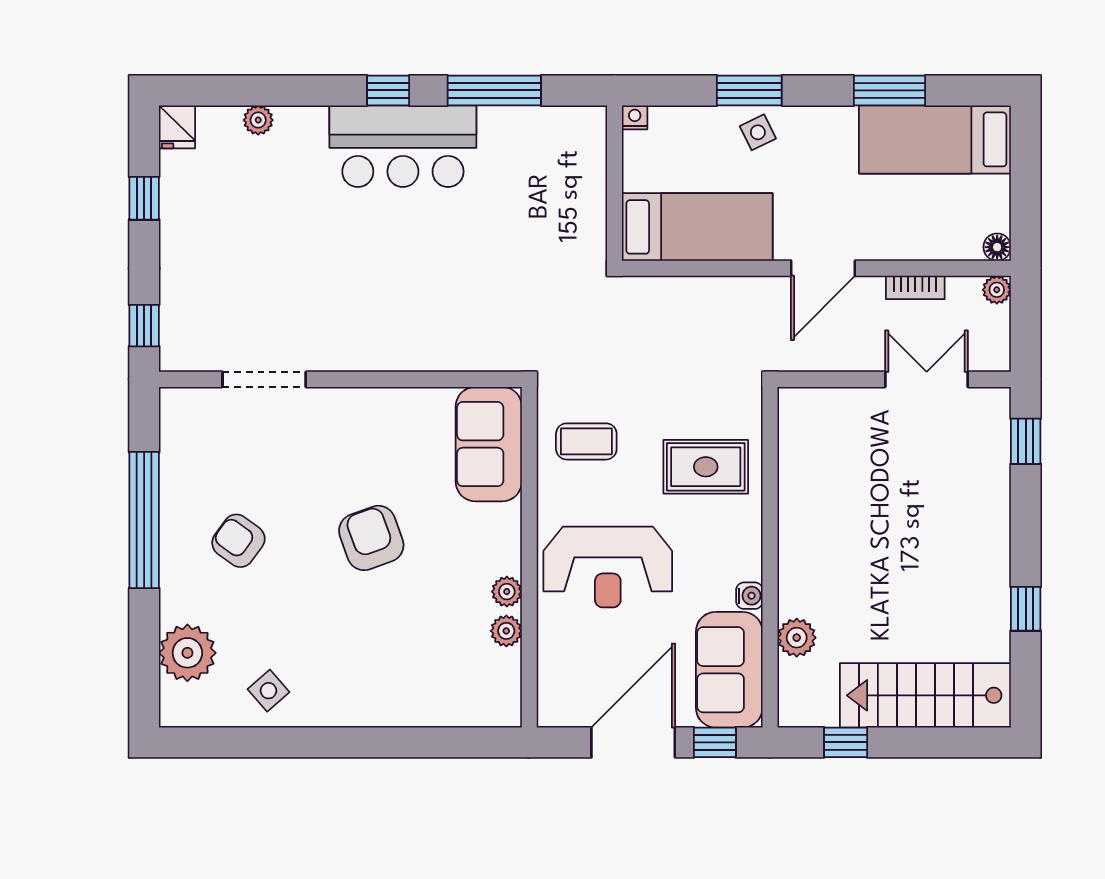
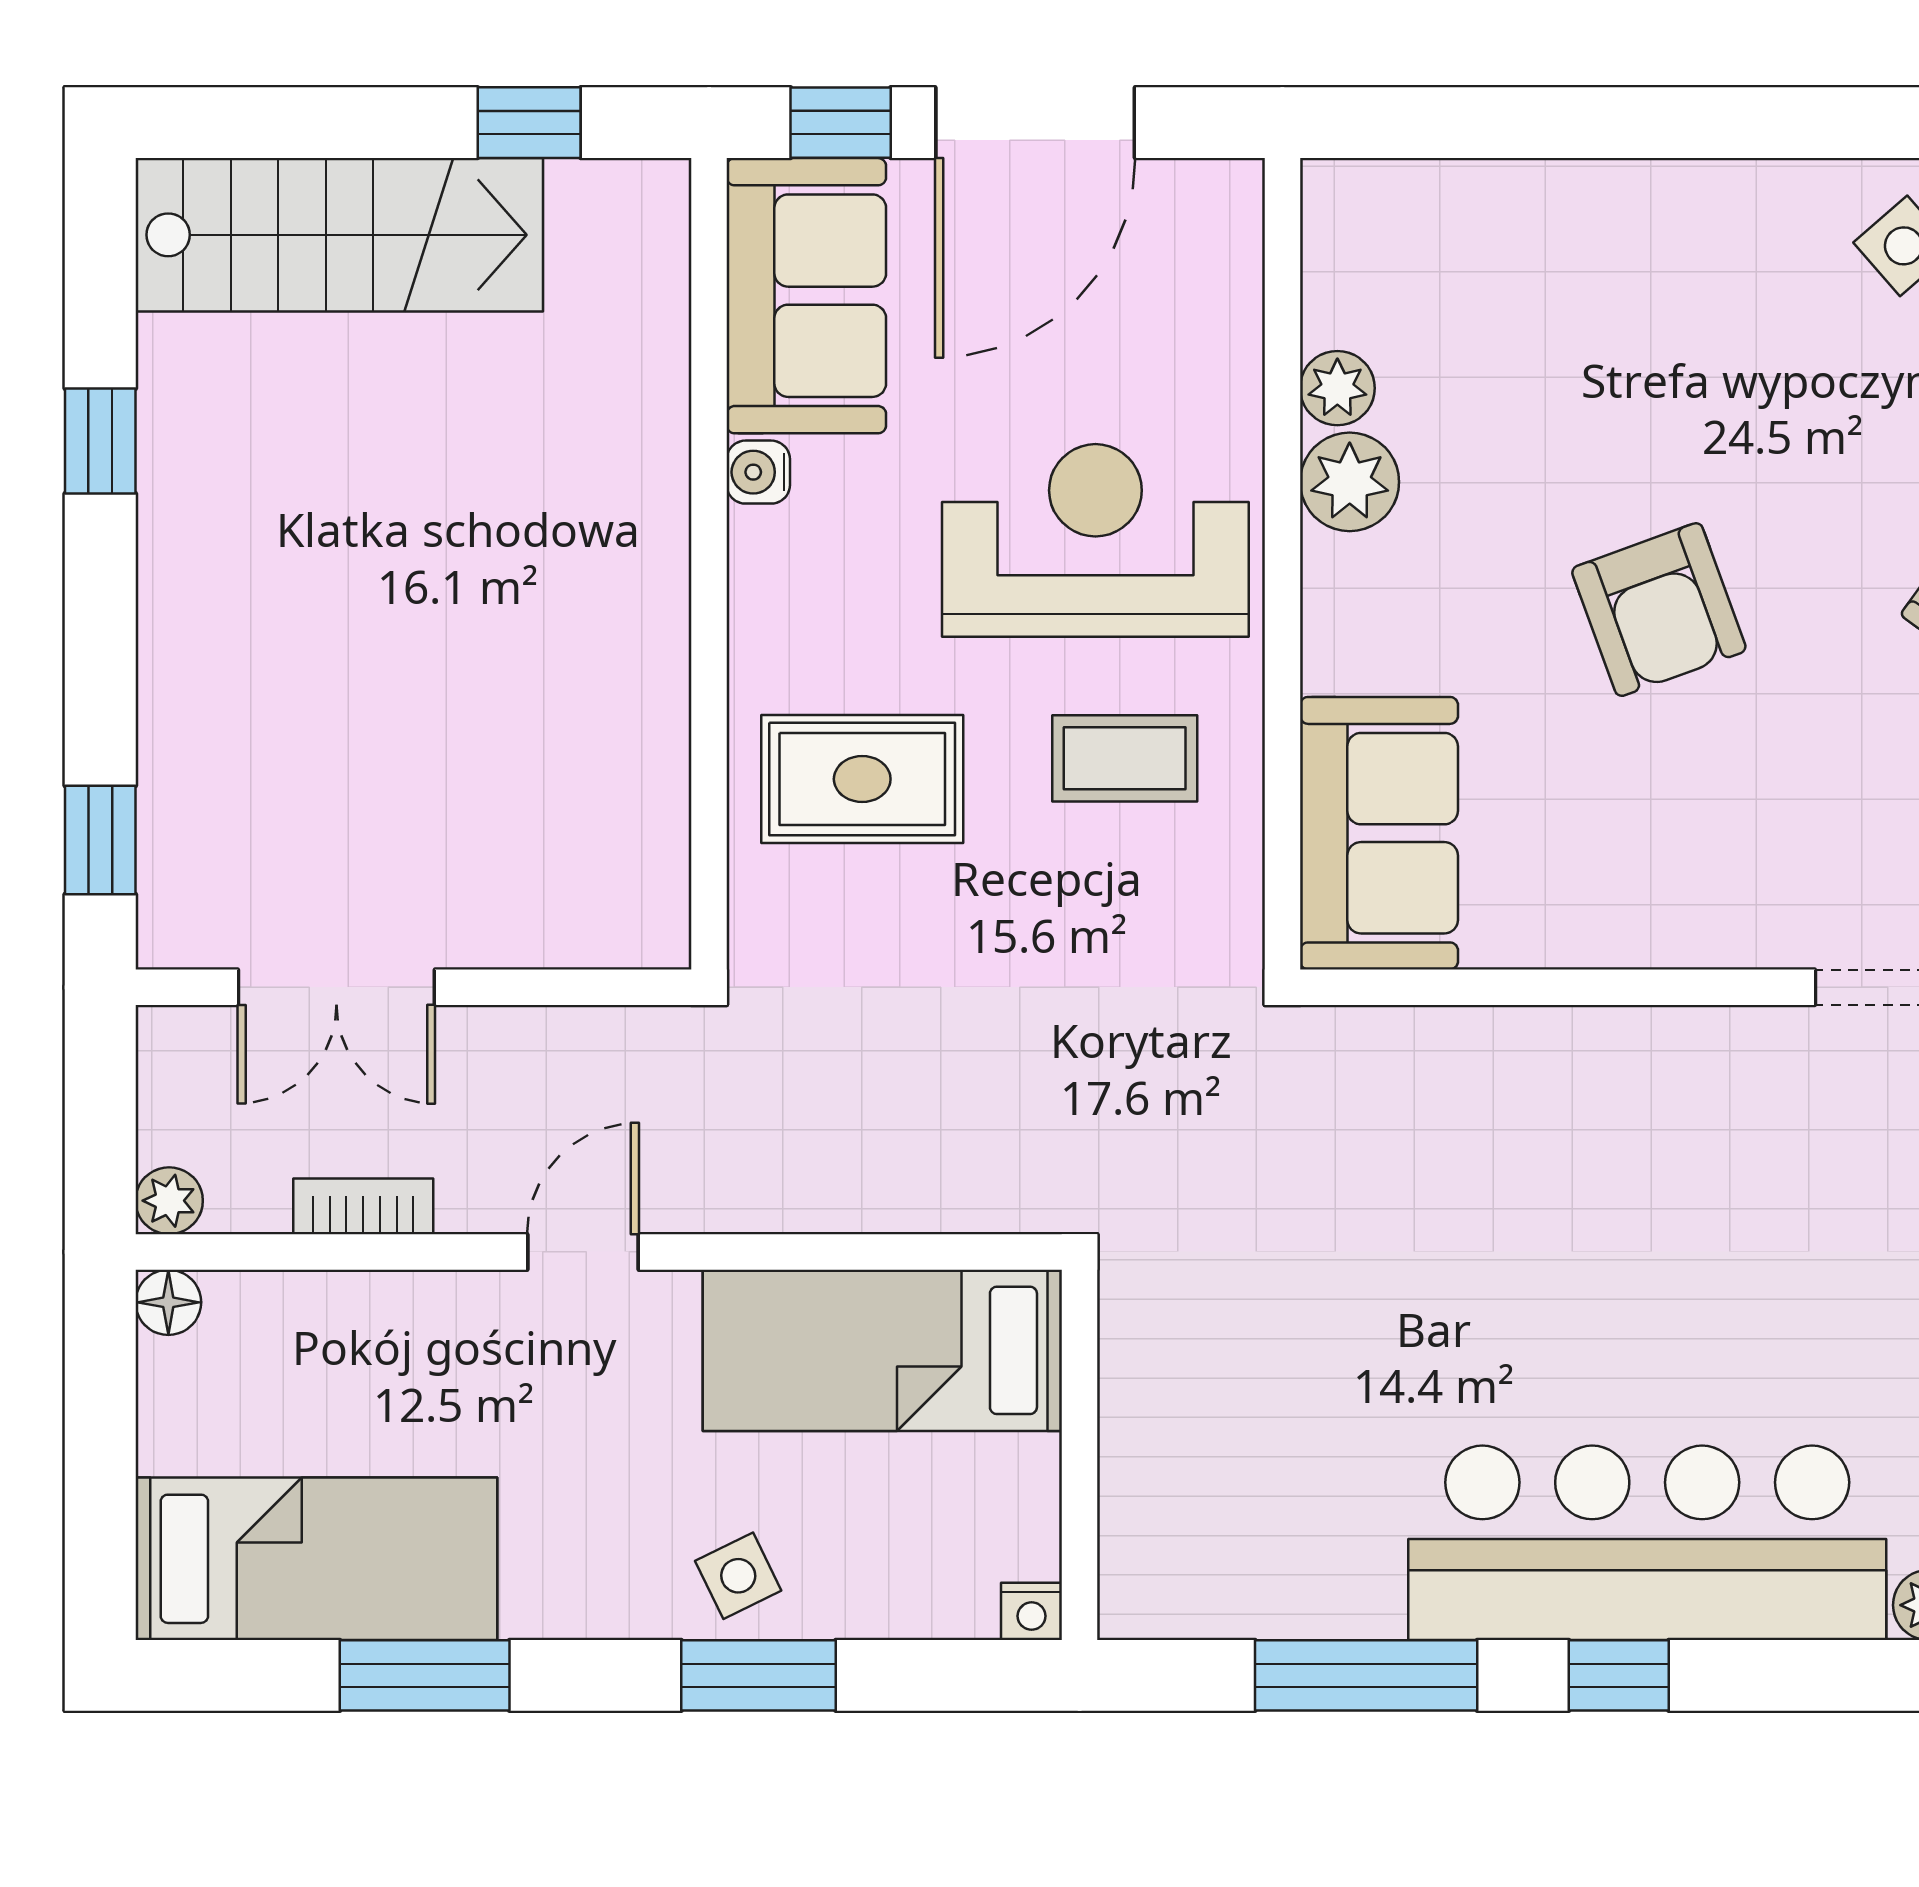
bar counter: (403, 146) -> (1647, 1543), width x1.36
door: (823, 268) -> (583, 1252), width x0.73
coffee table: (586, 441) -> (1125, 758), moved
plant: (507, 592) -> (1350, 482), width x1.38, depth x1.38
plant: (797, 638) -> (646, 372), removed

